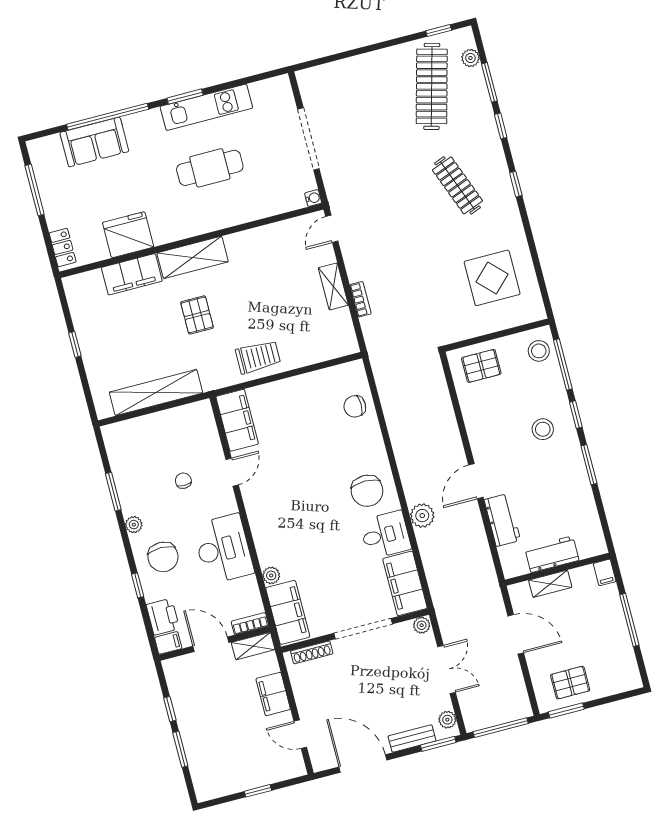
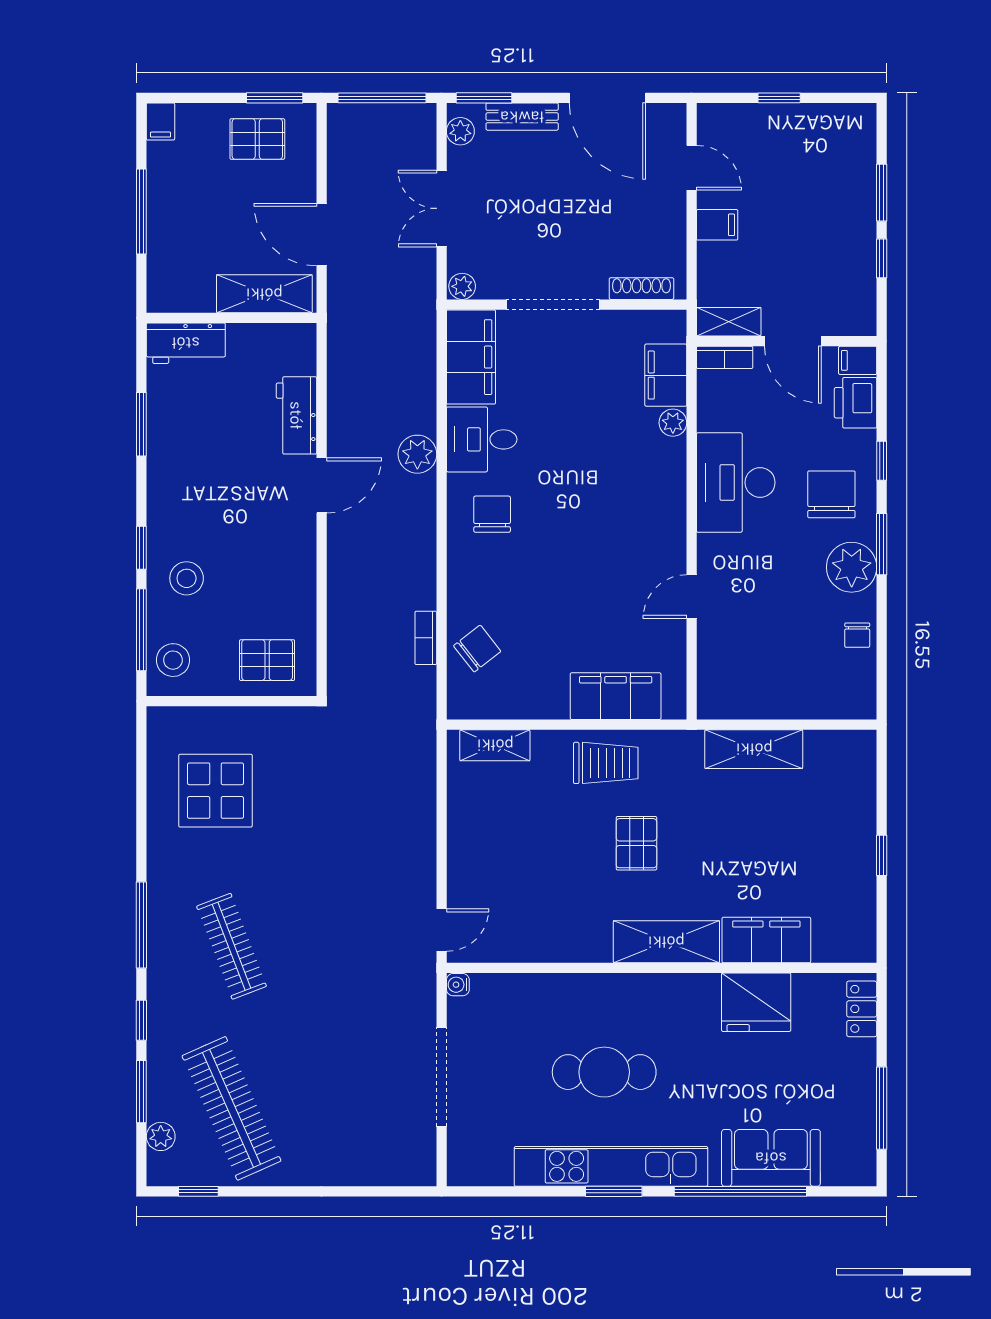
clothes rail: (432, 86) -> (231, 1108), turned -39
kitchen unit: (206, 107) -> (611, 1166), width x1.36
window: (516, 184) -> (141, 925), width x2.17
shelving: (333, 286) -> (495, 745), moved, turned 90
bookcase: (360, 299) -> (426, 638), moved
pallet: (197, 315) -> (636, 843), moved
trolley: (258, 357) -> (606, 763), turned 180
shelving: (156, 393) -> (754, 749), width x0.68
chair: (355, 406) -> (477, 649), turned -38
filing cabinet: (237, 420) -> (616, 696), moved, turned 90
stool: (543, 429) -> (187, 578), moved
window: (589, 465) -> (141, 424), moved
chair: (183, 481) -> (857, 635), moved
chair: (367, 491) -> (492, 514), width x0.73, depth x0.73
window: (113, 492) -> (882, 544), moved
plant: (134, 525) -> (852, 567), width x1.88, depth x1.88
workbench: (552, 554) -> (186, 343), moved
filing cabinet: (605, 572) -> (161, 122), moved, turned 180
shelving: (550, 584) -> (264, 294), width x1.50, depth x1.33
filing cabinet: (288, 612) -> (666, 375), width x0.67, depth x0.86
filing cabinet: (273, 694) -> (717, 225), width x0.50

